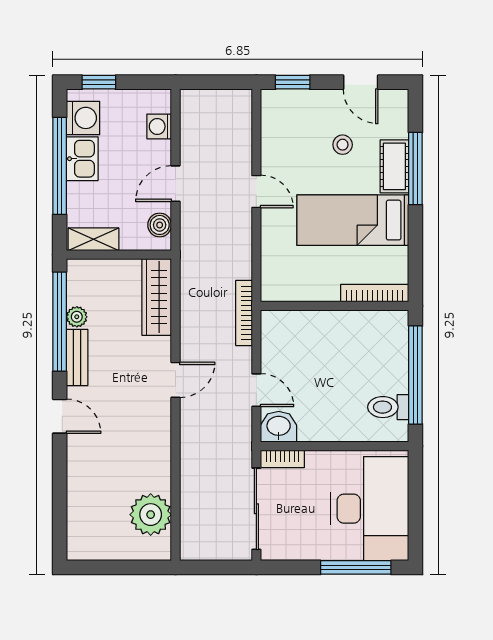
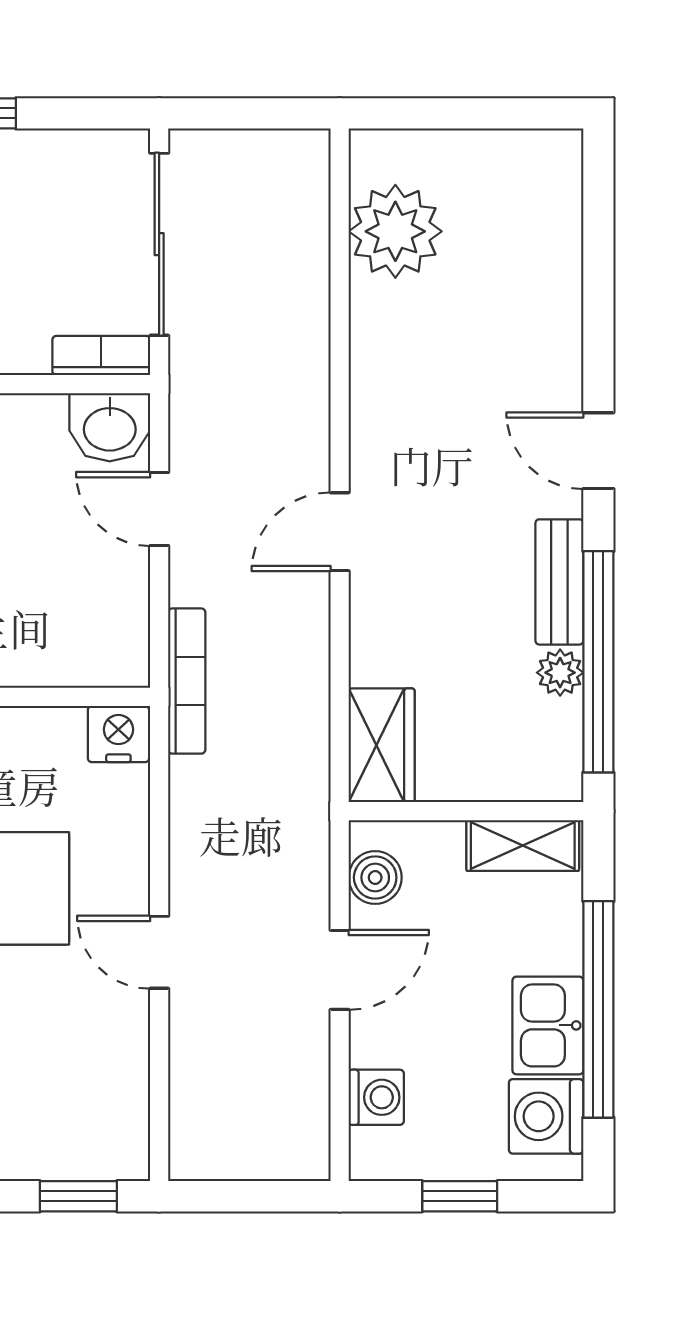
window: (99, 82) -> (460, 1196), moved
nightstand: (275, 289) -> (118, 734), added
wardrobe: (157, 297) -> (382, 745), width x0.67

